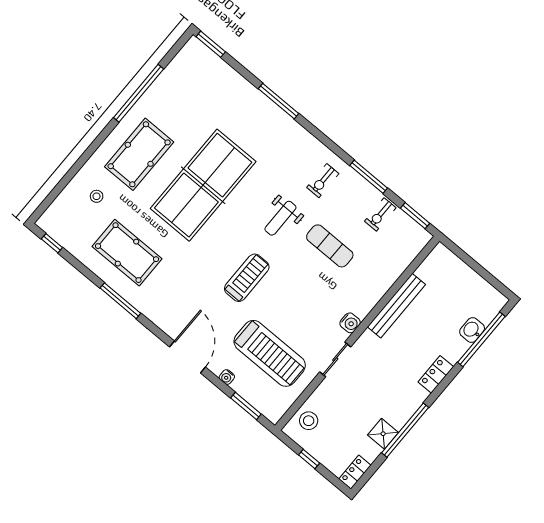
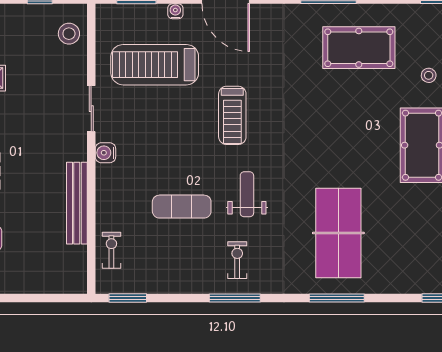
window: (369, 177) -> (235, 298), moved
table tennis table: (203, 185) -> (338, 233), moved, width x0.73, depth x0.76
exercise bike: (380, 214) -> (111, 250), moved

